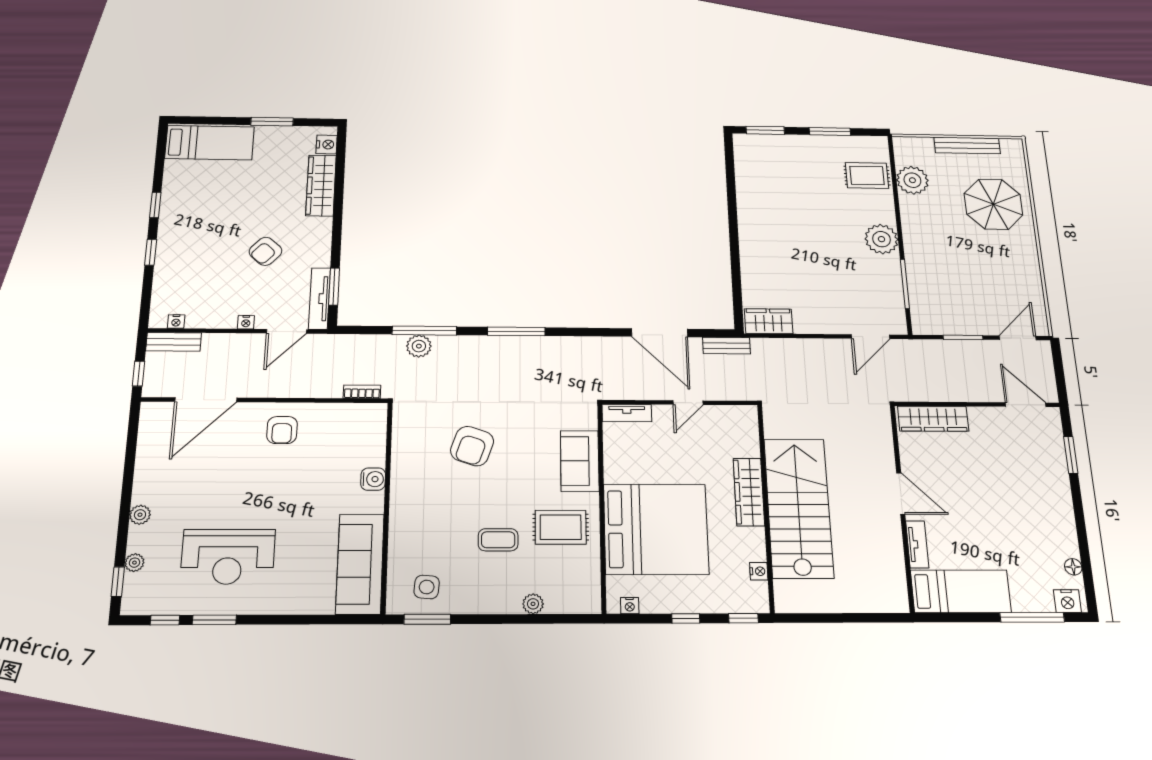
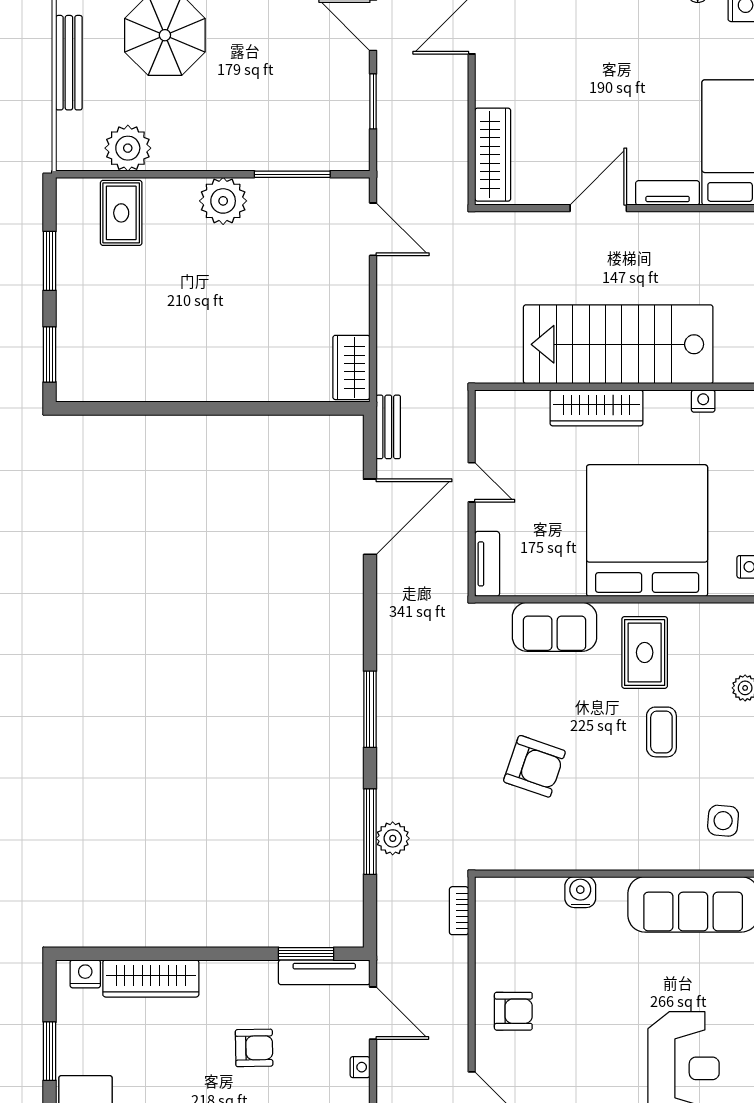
armchair: (265, 251) -> (254, 1048), turned -44

